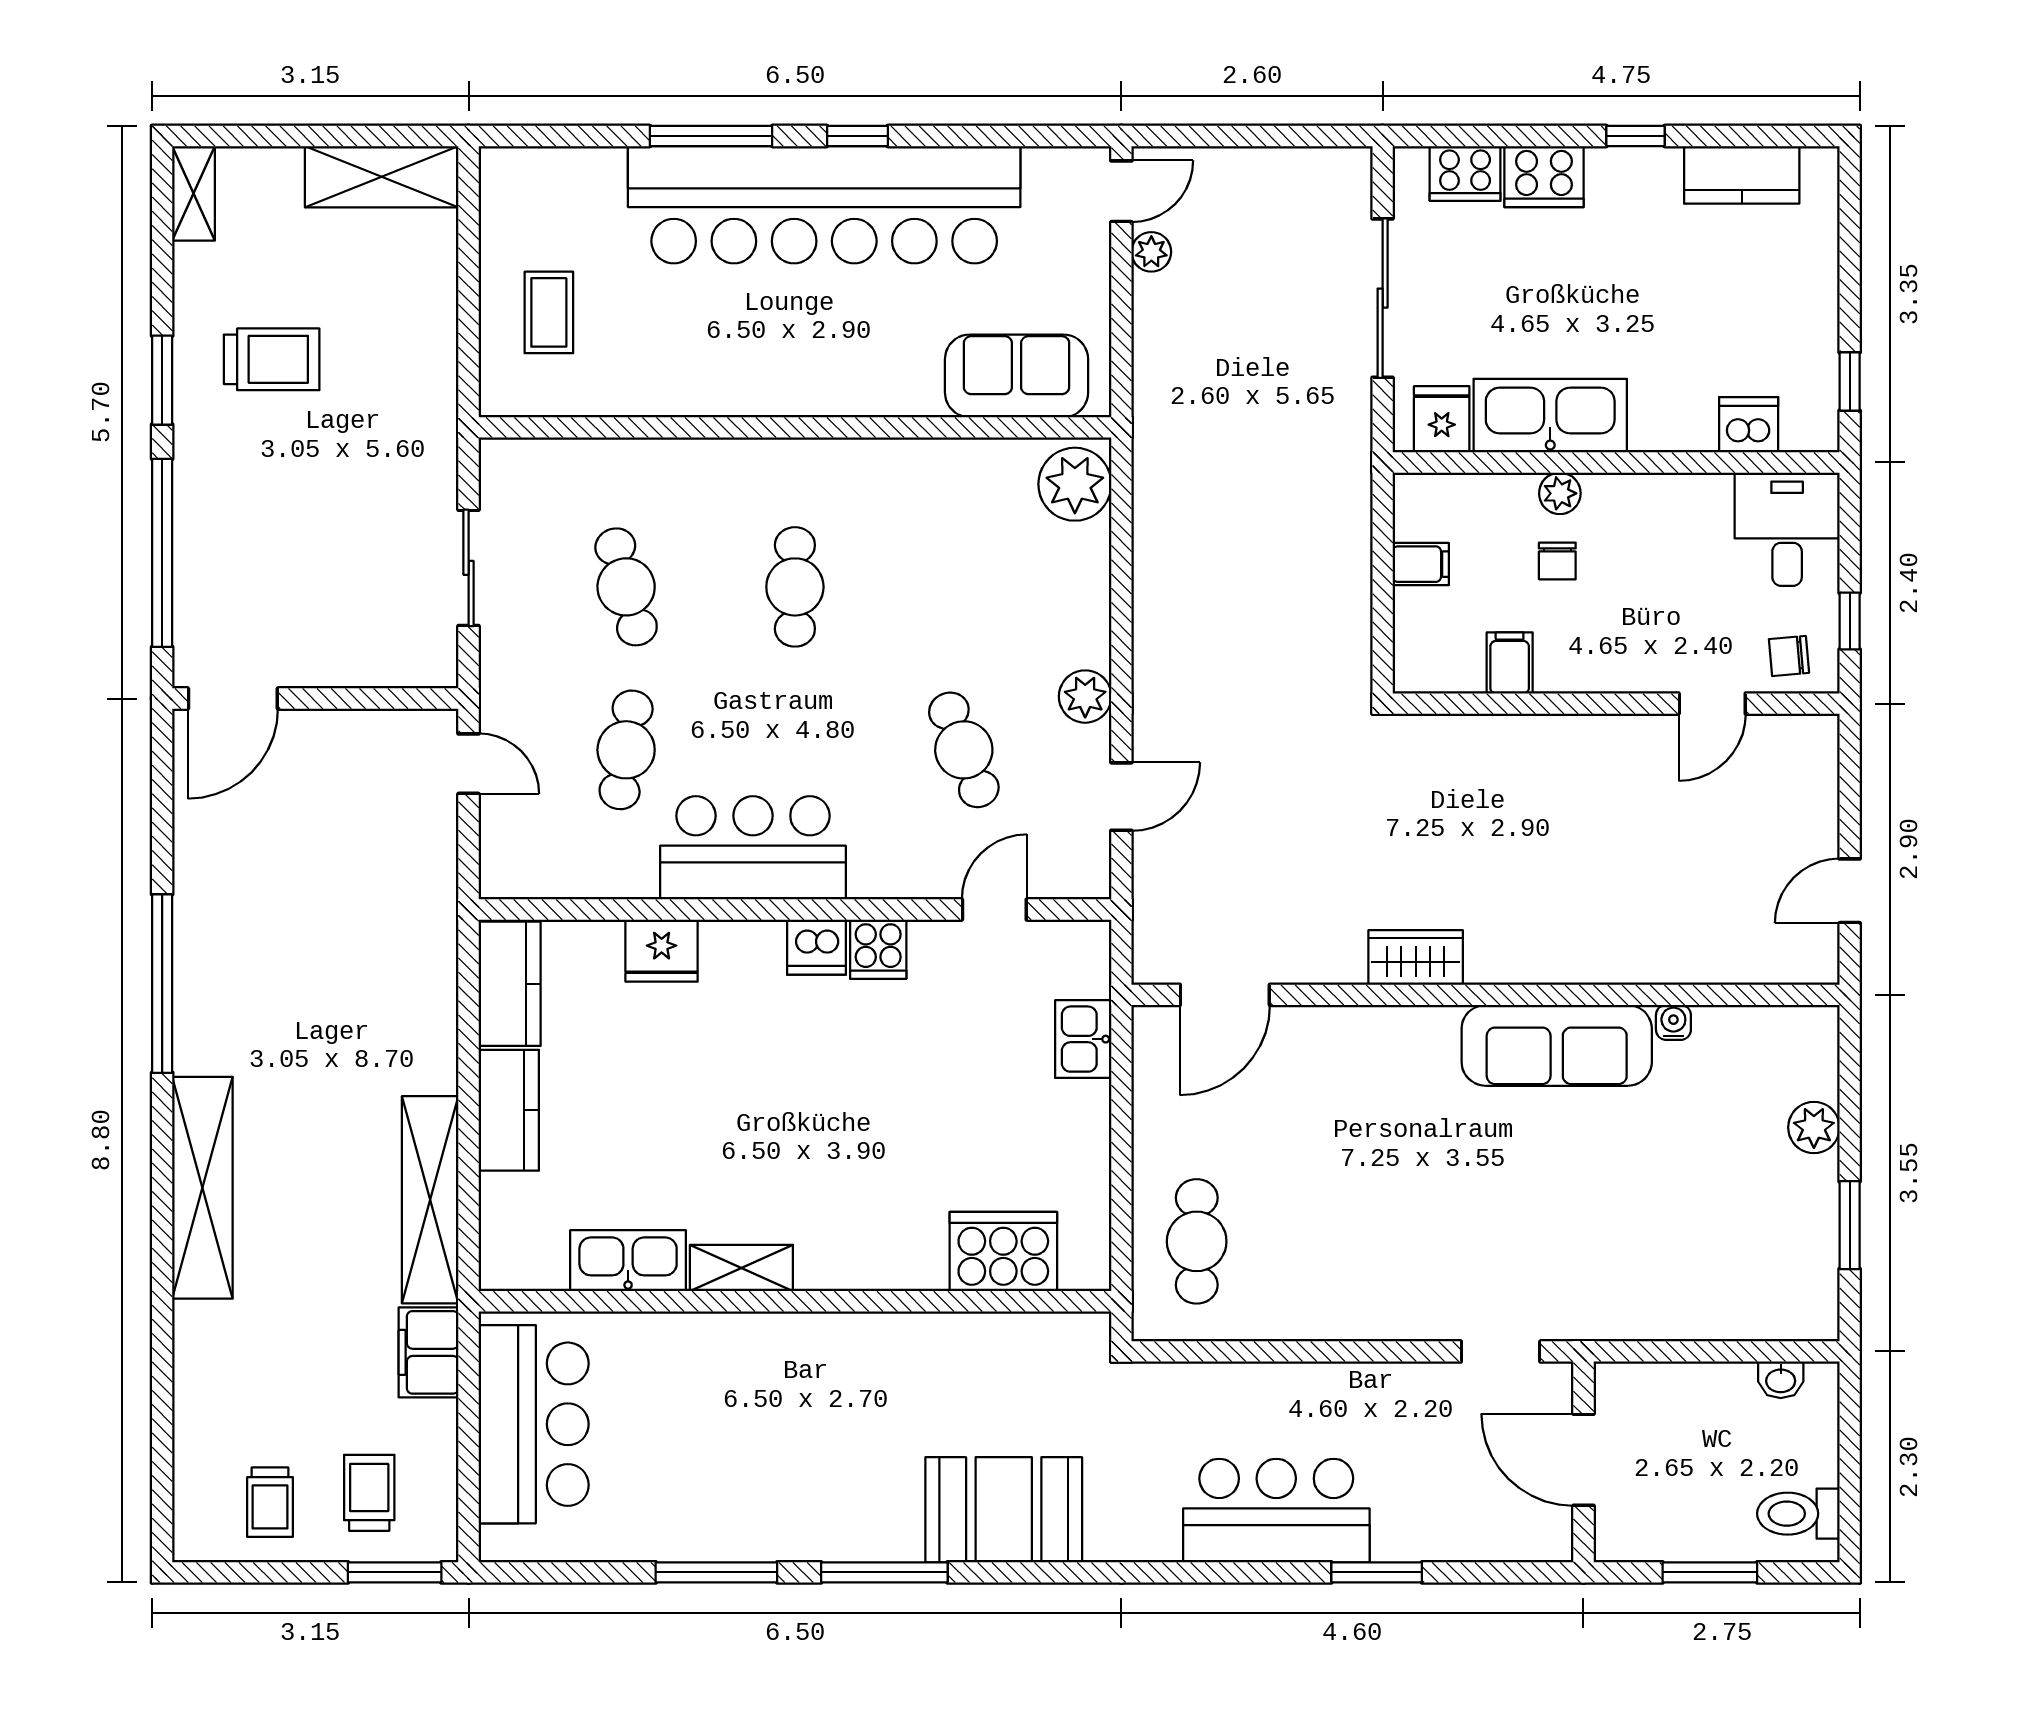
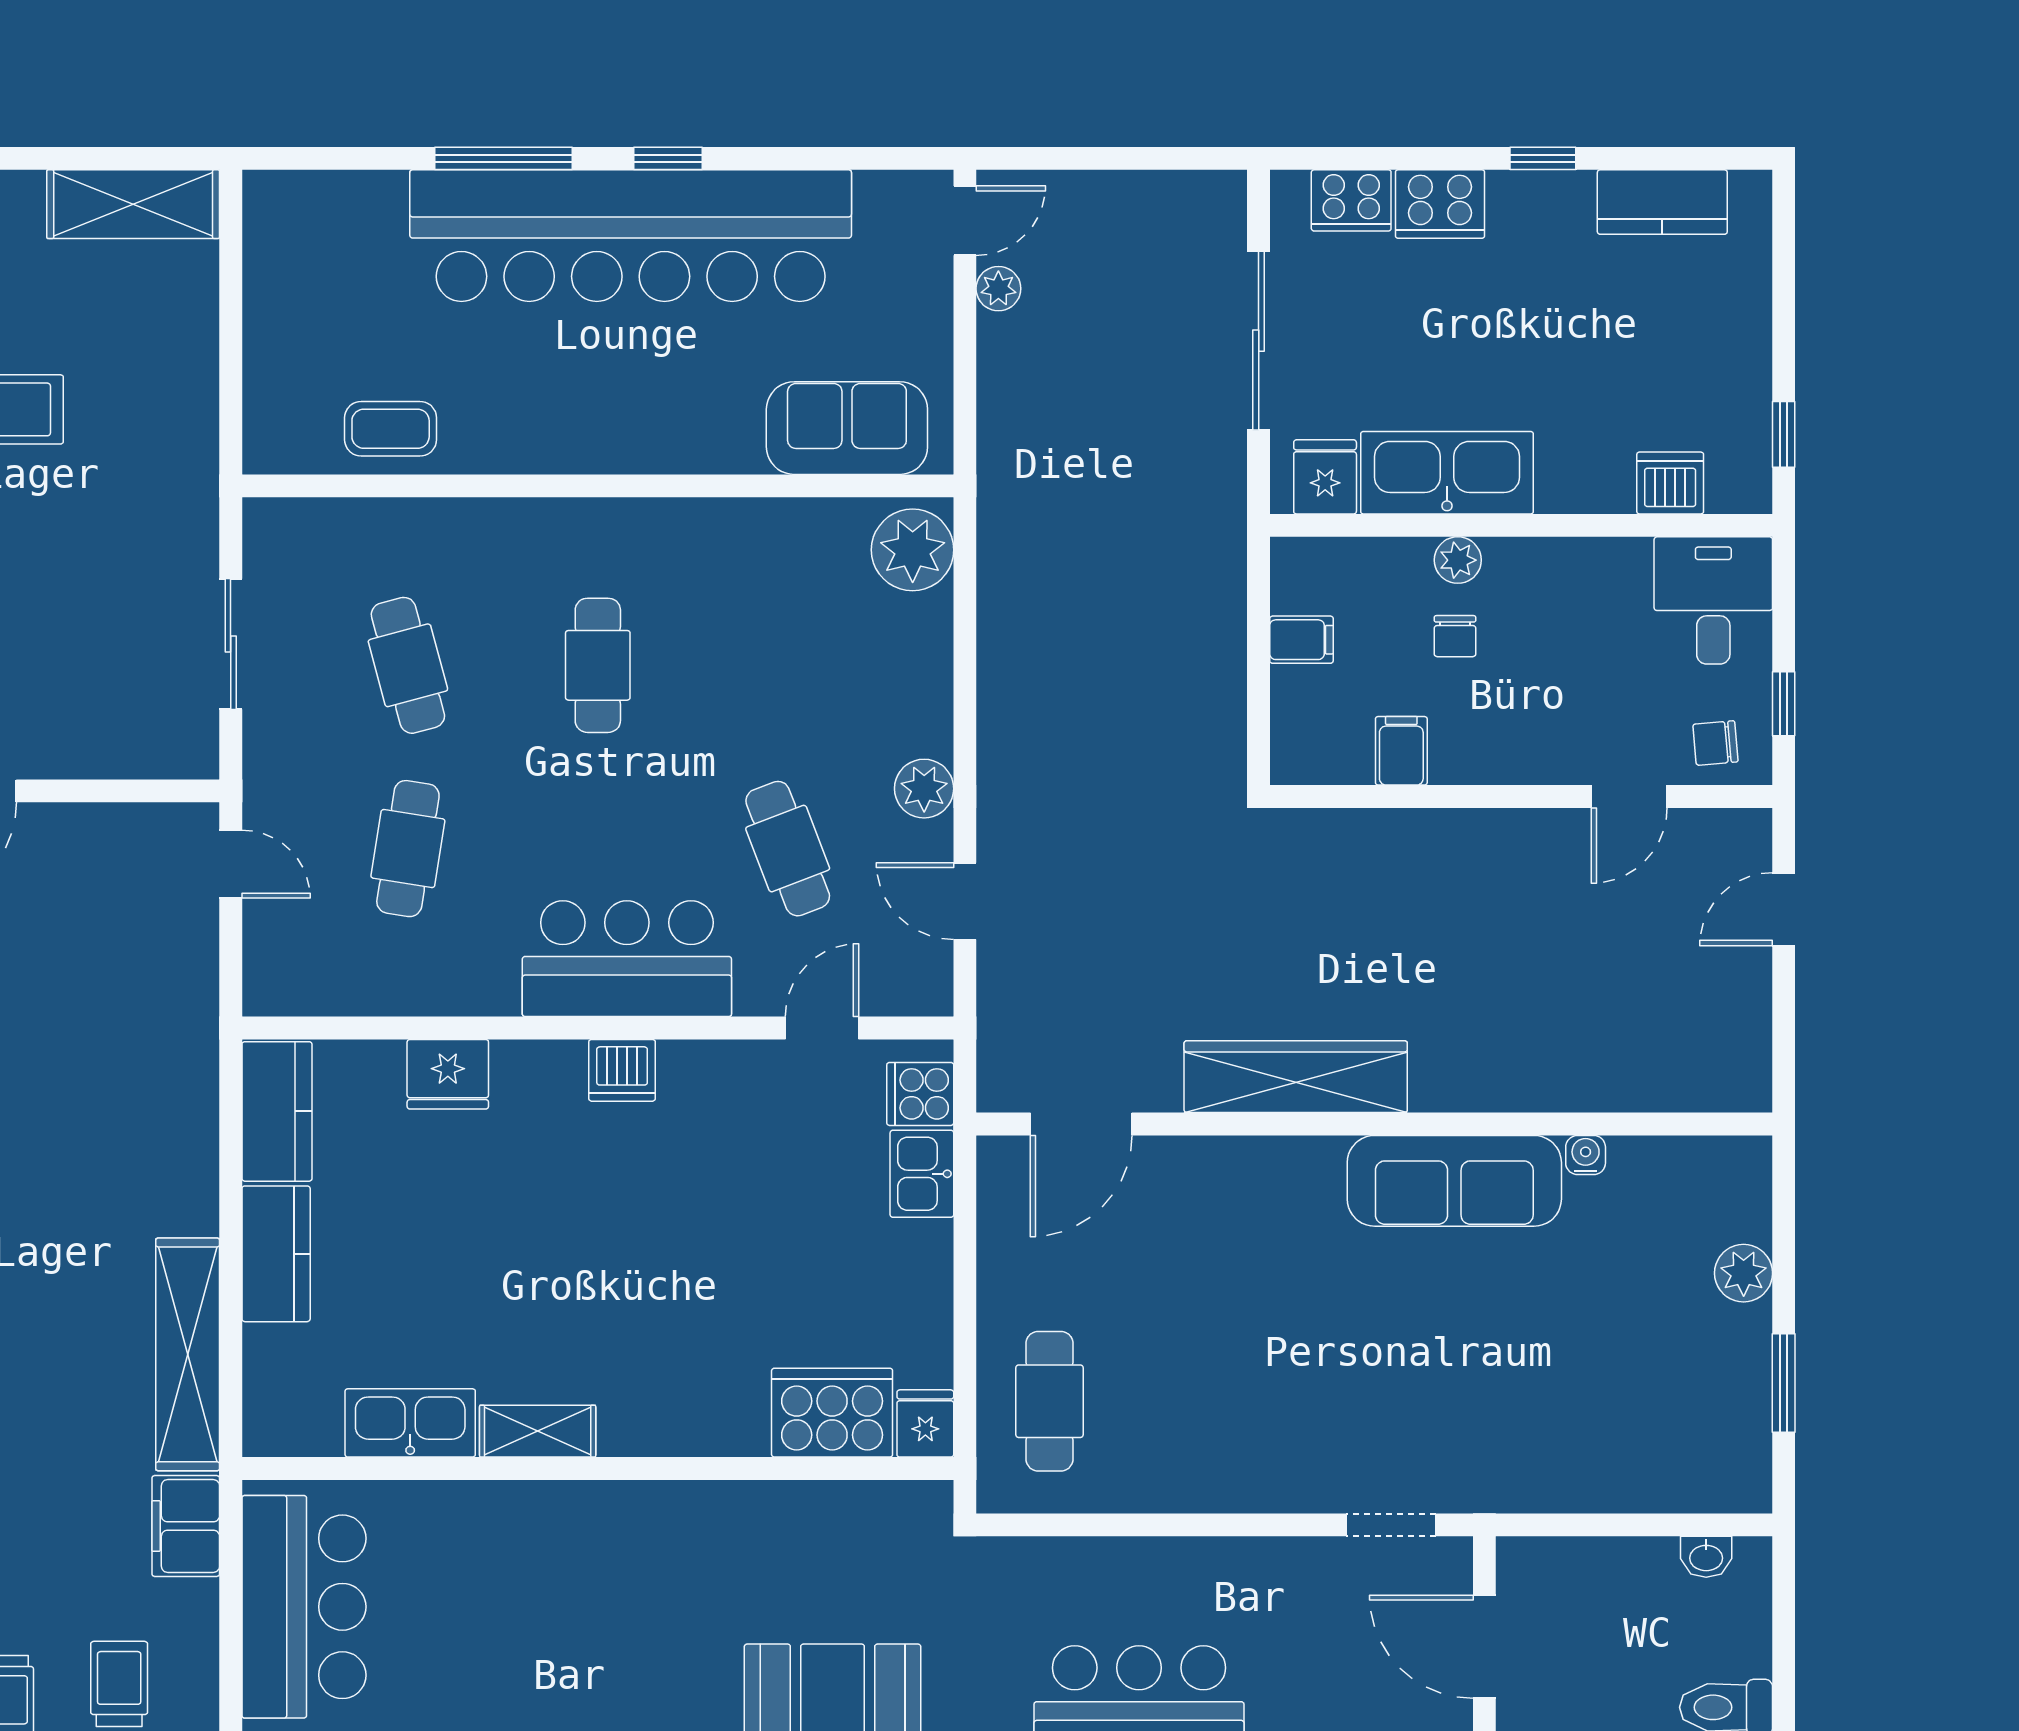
coffee table: (549, 312) -> (391, 429), moved, turned 90
door: (1121, 797) -> (965, 901), swing flipped
bar counter: (753, 848) -> (627, 959), moved
door: (1850, 891) -> (1784, 909), moved
cooker: (878, 949) -> (920, 1094), moved, turned 90
wardrobe: (1416, 957) -> (1296, 1077), width x2.10, depth x1.17
fridge: (1086, 1261) -> (925, 1423), added

